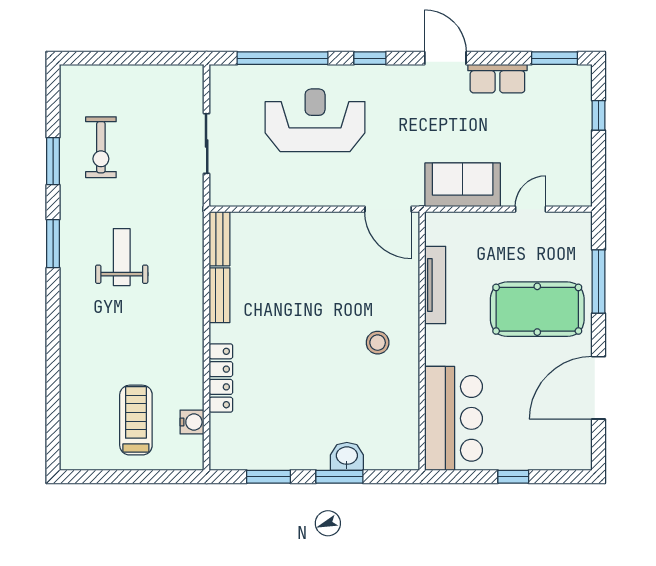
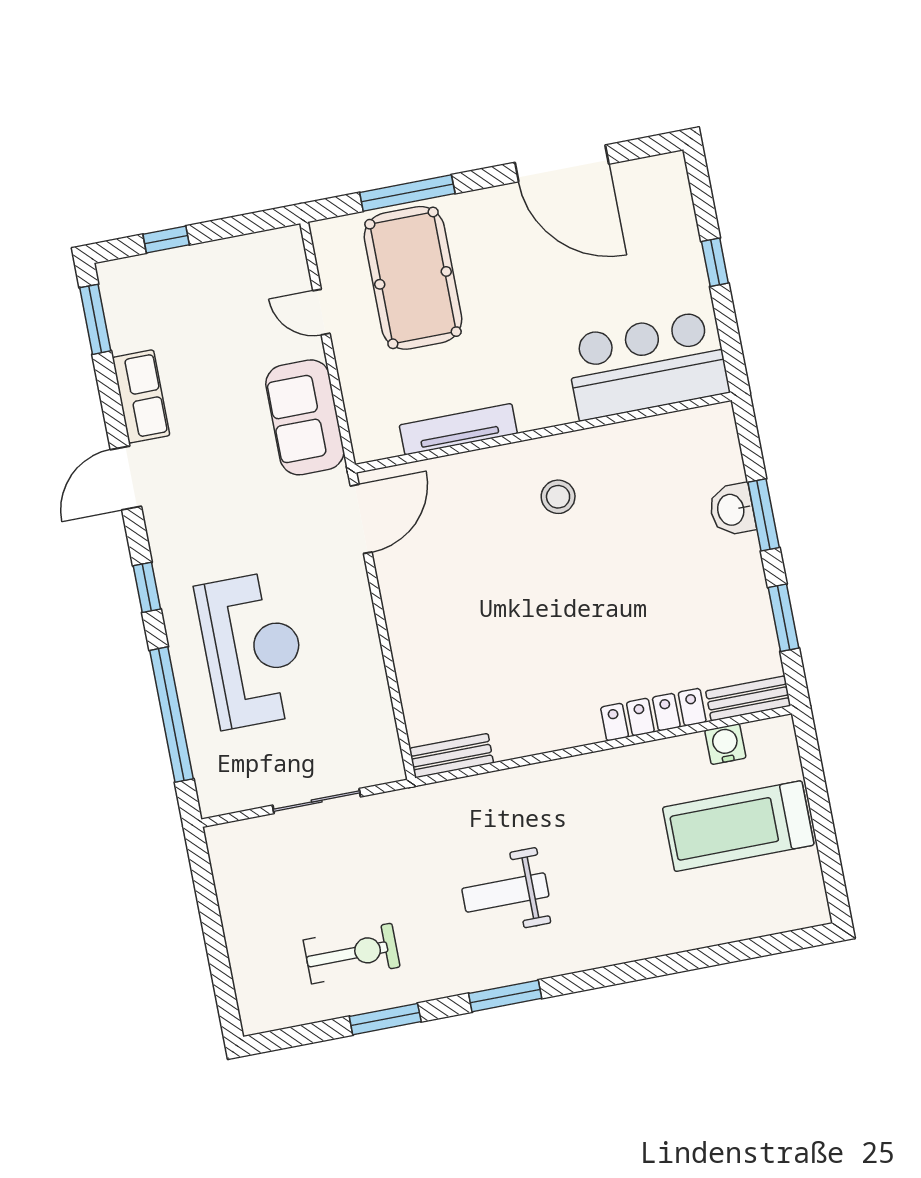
reception desk: (315, 120) -> (253, 650), turned 180
bench: (220, 295) -> (748, 698), moved
pool table: (537, 309) -> (413, 278), moved
treadmill: (136, 420) -> (738, 826), width x1.37, depth x1.38

